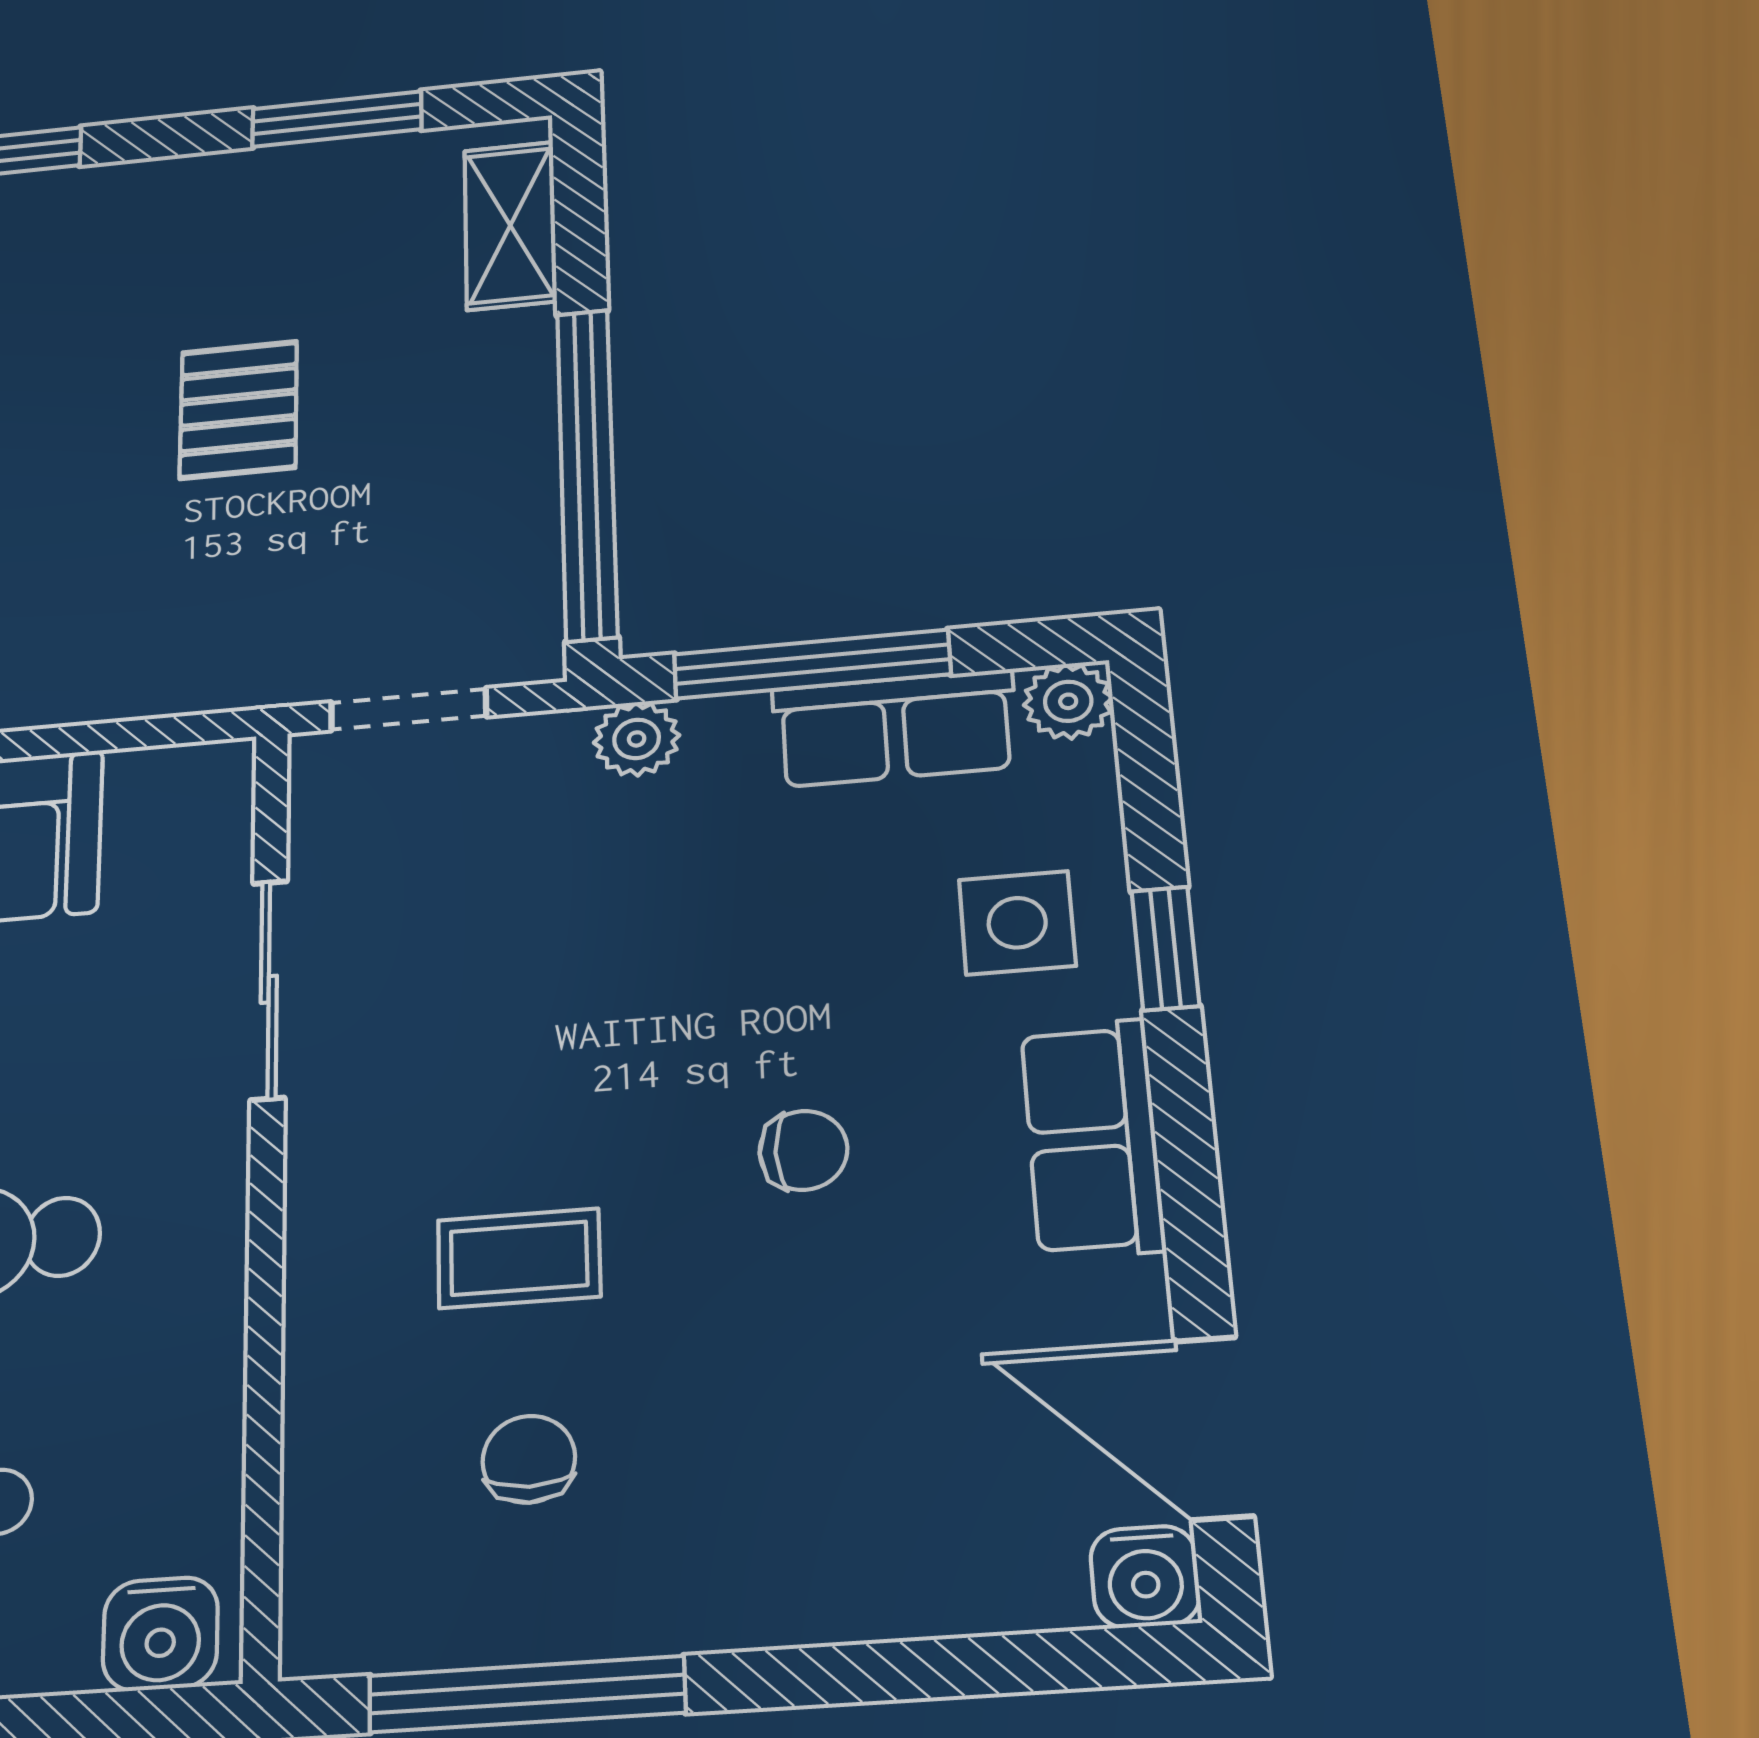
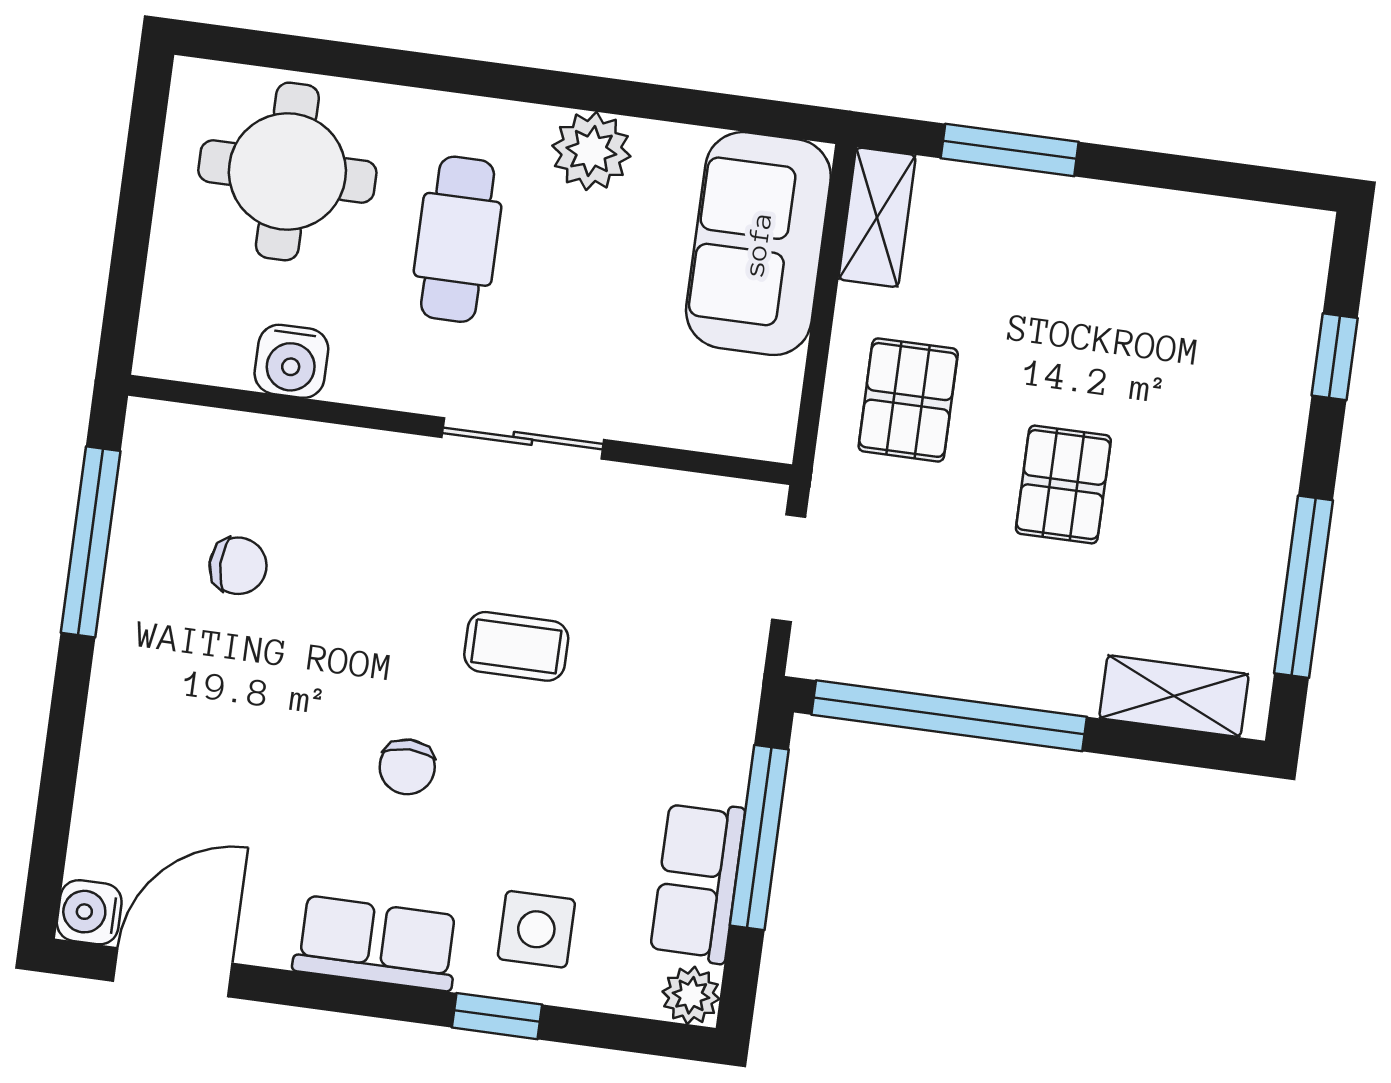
window: (337, 119) -> (1303, 587), width x1.44
pallet: (238, 410) -> (1063, 485), turned 90
pallet: (145, 615) -> (908, 400), added
plant: (637, 739) -> (729, 714), removed
sliding door: (269, 989) -> (523, 438), moved
coffee table: (519, 1258) -> (516, 646), moved, turned 90
water cooler: (160, 1634) -> (291, 361), moved, turned -90

